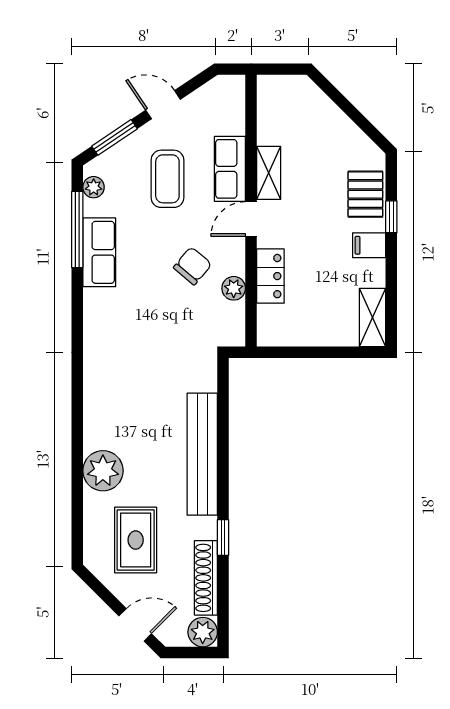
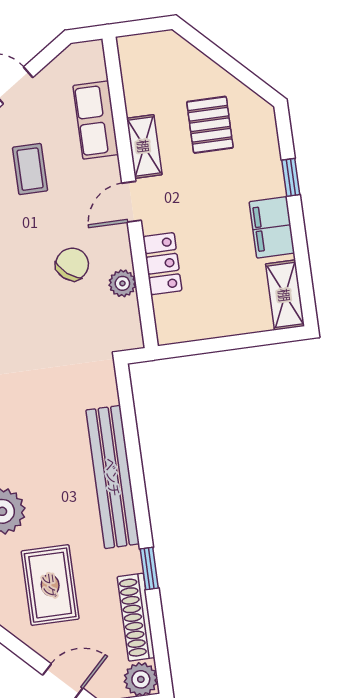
row of seats: (230, 169) -> (96, 120), moved
coffee table: (167, 179) -> (30, 169), width x0.73, depth x0.77
pallet: (365, 194) -> (210, 125), moved
filing cabinet: (369, 245) -> (272, 227), width x2.00

